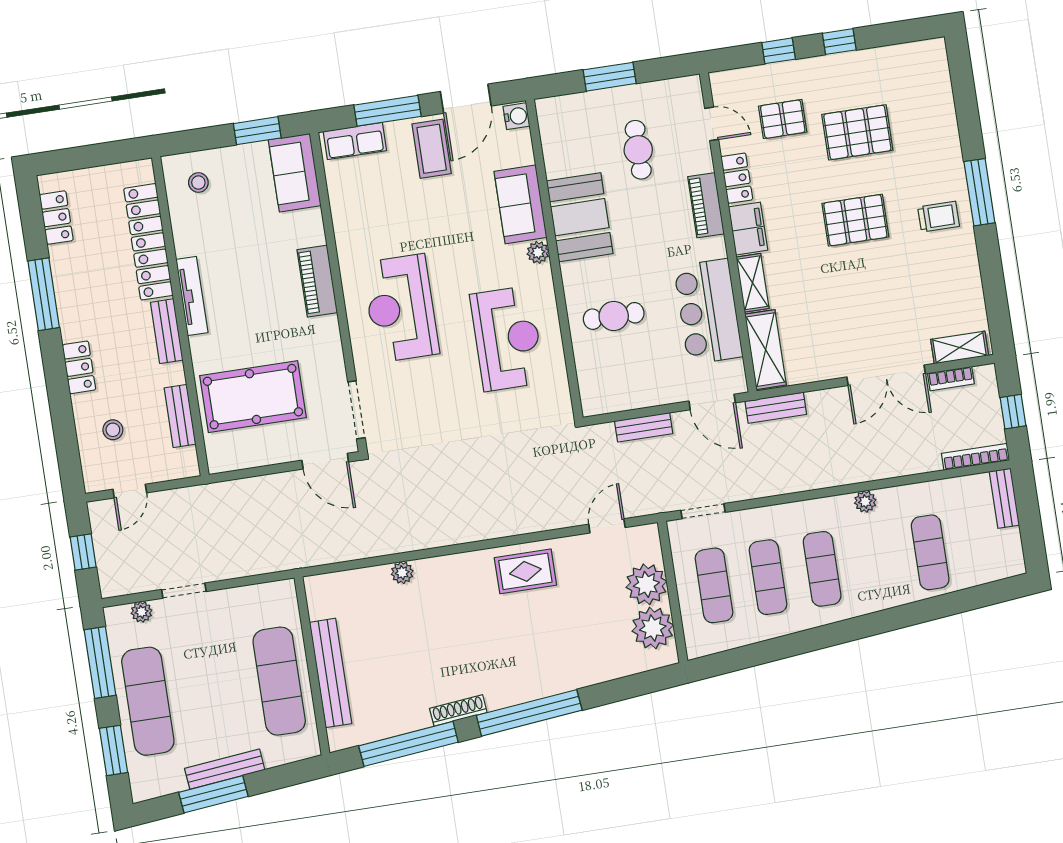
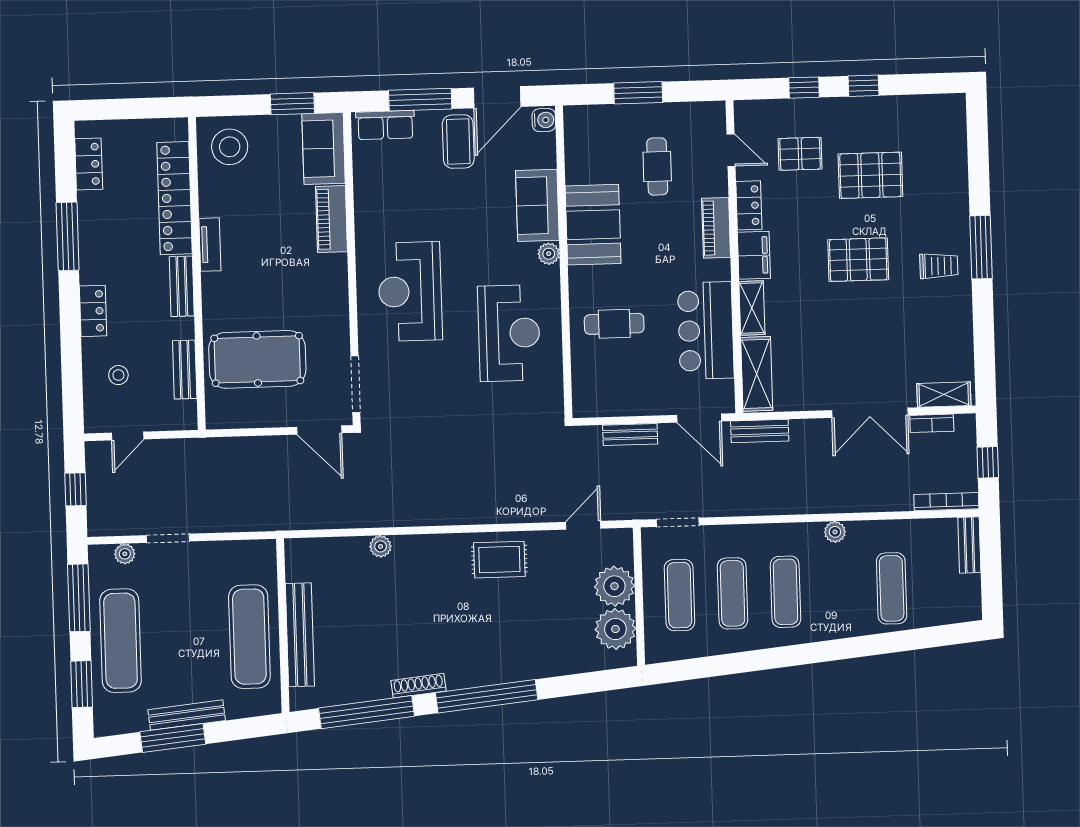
stool: (198, 183) -> (230, 147), width x1.89, depth x1.89
piano: (317, 281) -> (332, 219), moved
tv unit: (192, 296) -> (210, 245), width x0.71

